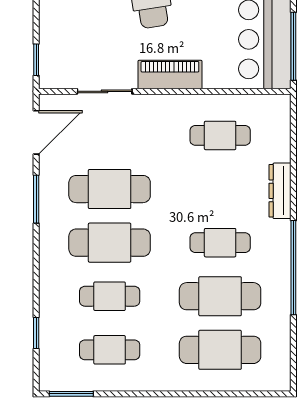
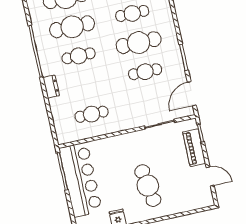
piano: (170, 74) -> (194, 148), moved, turned 90
cafe table: (110, 189) -> (145, 72), width x0.73, depth x0.74
dresser: (280, 191) -> (51, 87), width x0.70

